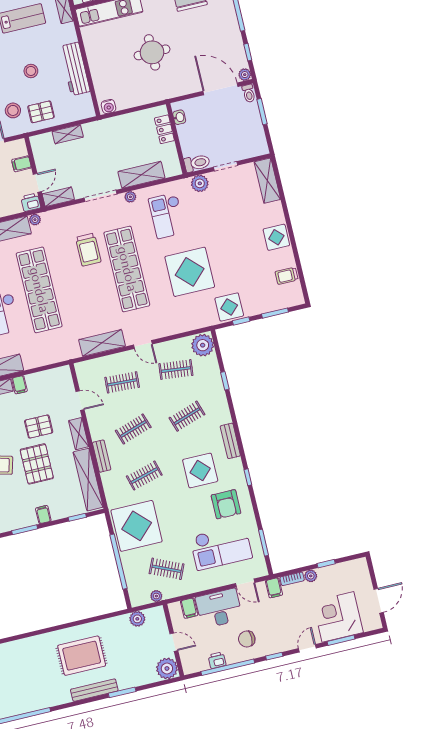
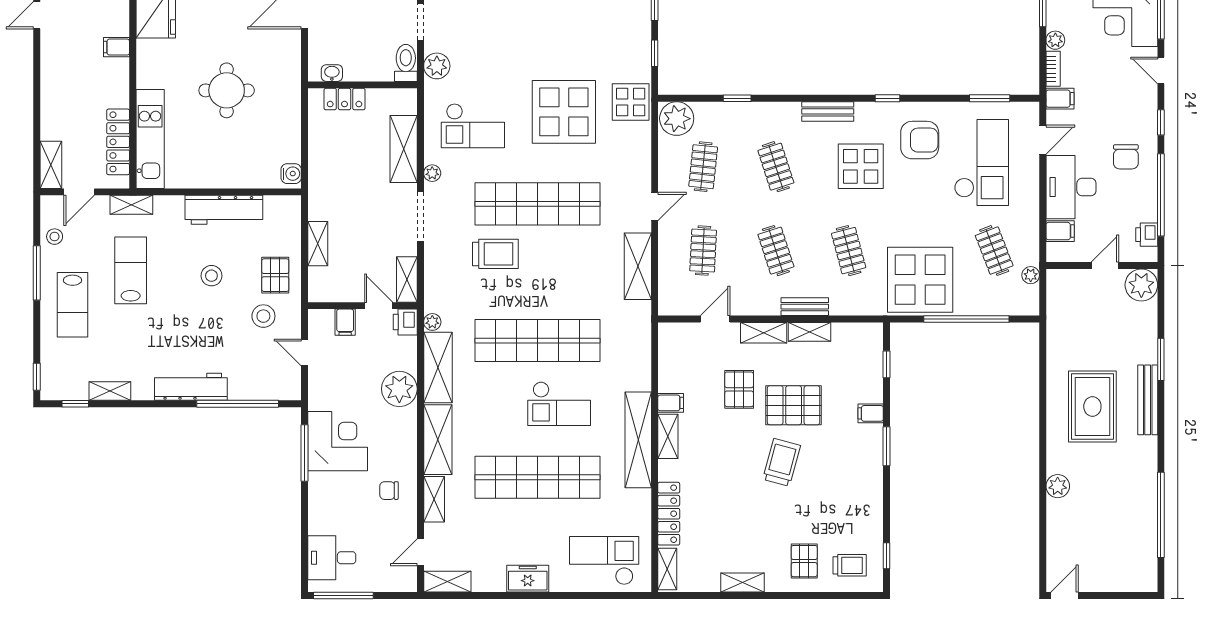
display table: (229, 307) -> (631, 102), moved
shelving: (88, 480) -> (809, 332), width x0.45, depth x0.75
clothes rail: (167, 569) -> (994, 251), turned -45
plant: (137, 619) -> (1058, 486), moved
printer: (217, 660) -> (1147, 235), moved

